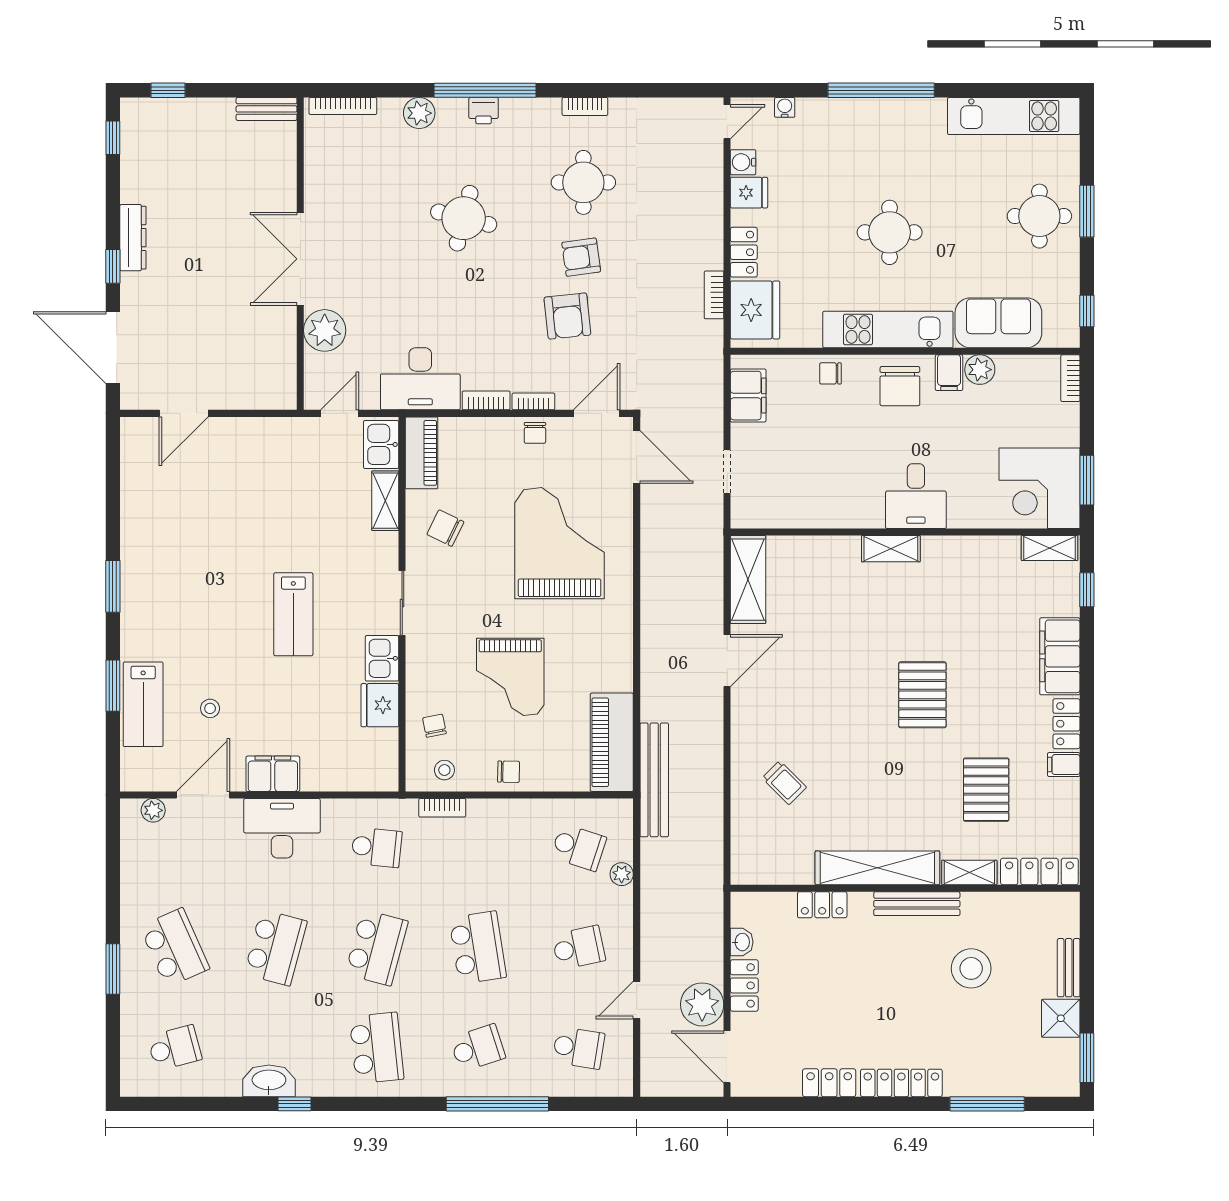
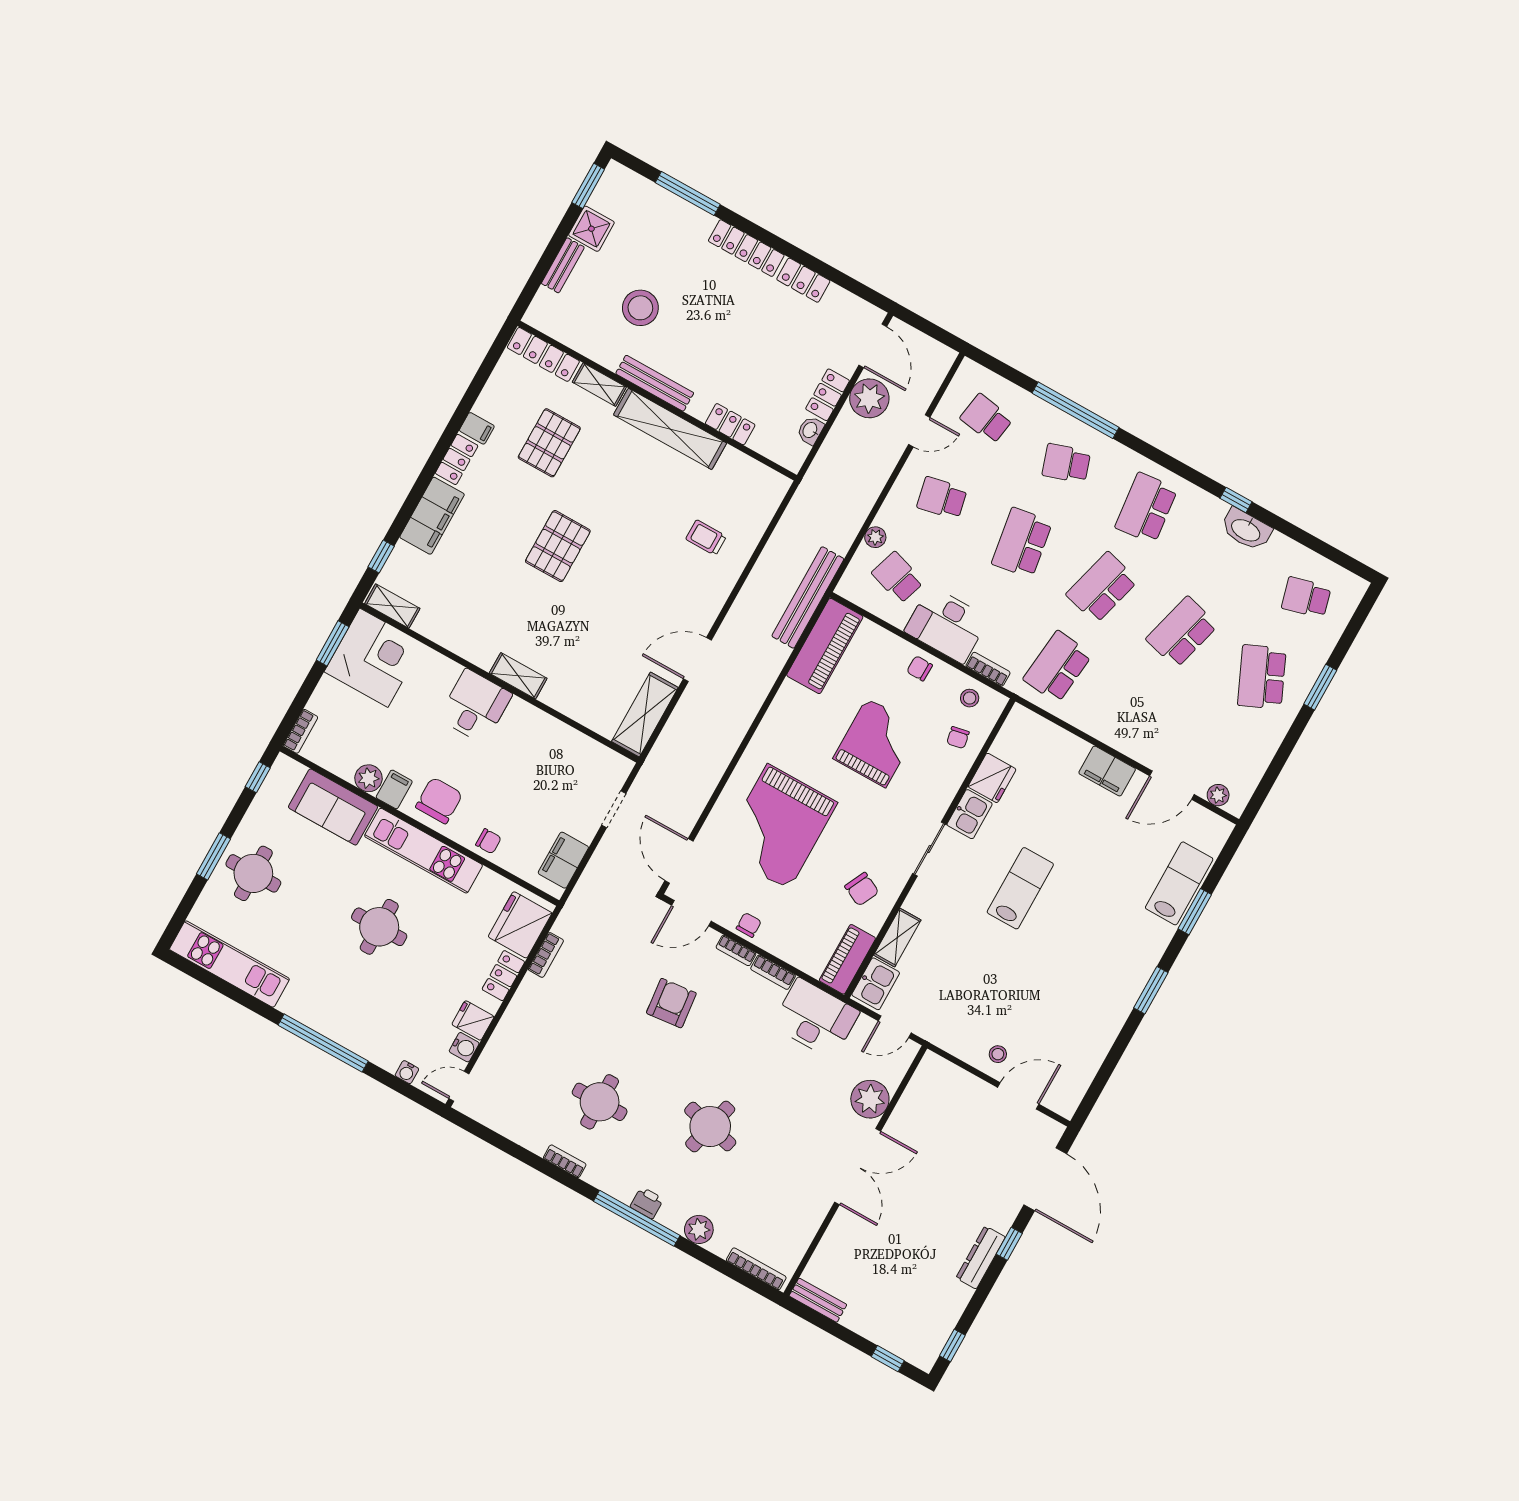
armchair: (581, 257) -> (634, 1044), removed
stool: (210, 708) -> (998, 1054), moved
trolley: (784, 783) -> (706, 538), turned -45
desk: (282, 828) -> (947, 625), moved
school desk: (377, 847) -> (1058, 667), width x1.85

